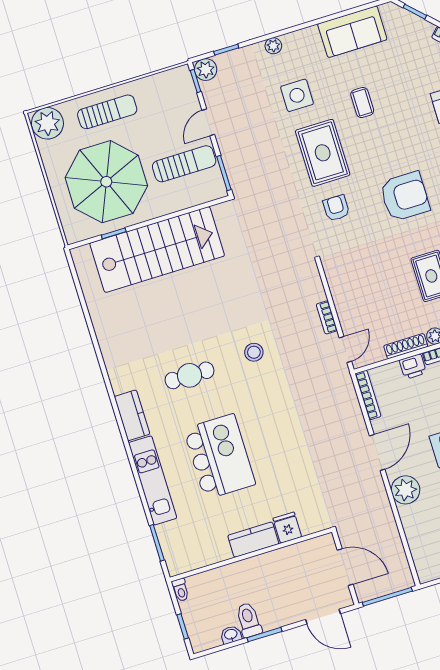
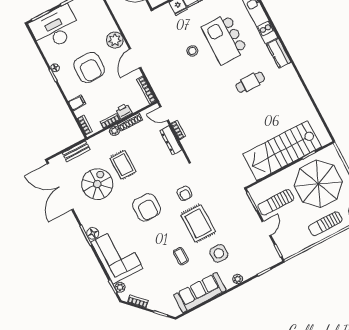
sofa: (352, 32) -> (200, 293), width x1.36
plant: (206, 70) -> (274, 258), removed
armchair: (405, 196) -> (147, 207), turned -90
dresser: (343, 302) -> (171, 140), added
door: (345, 350) -> (164, 114), hinge flipped
stool: (254, 352) -> (192, 51), moved

